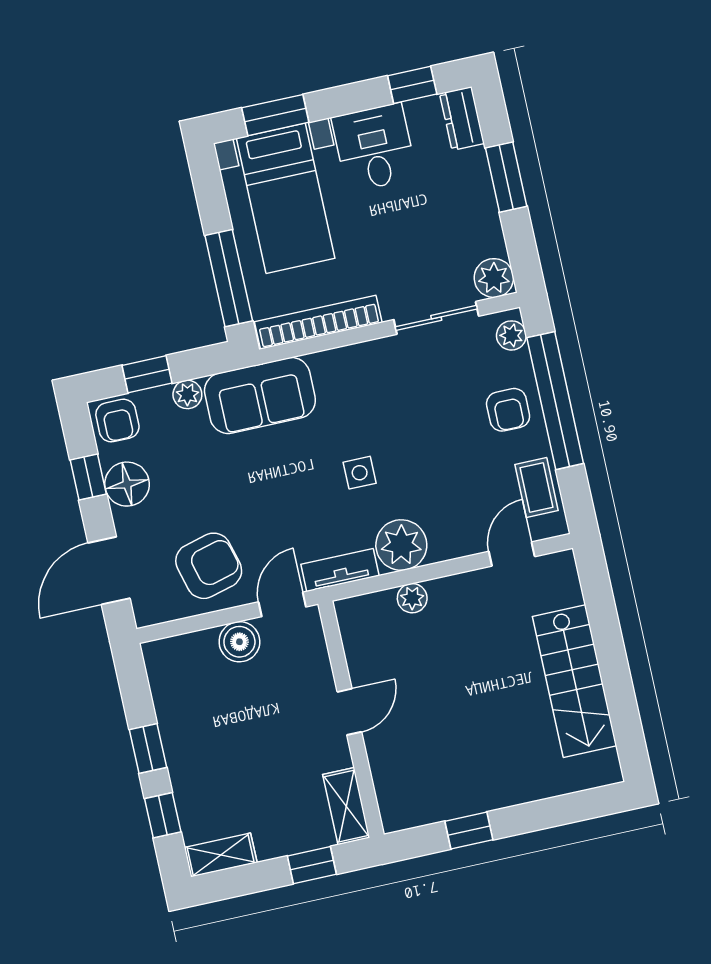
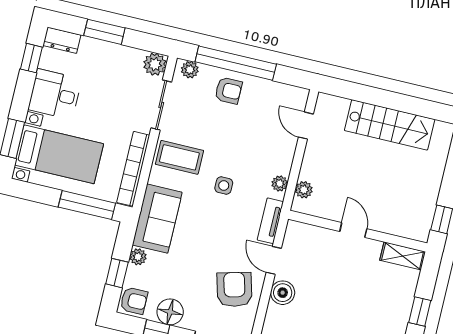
coffee table: (537, 487) -> (179, 157), moved, width x1.36, depth x1.30
plant: (401, 545) -> (280, 184), width x0.53, depth x0.53
door: (349, 712) -> (353, 230), moved
wall: (351, 719) -> (358, 231), moved
shelving: (346, 806) -> (403, 256), moved

